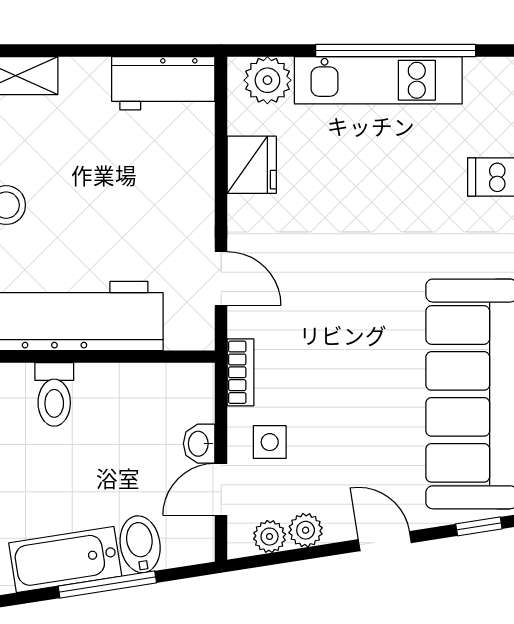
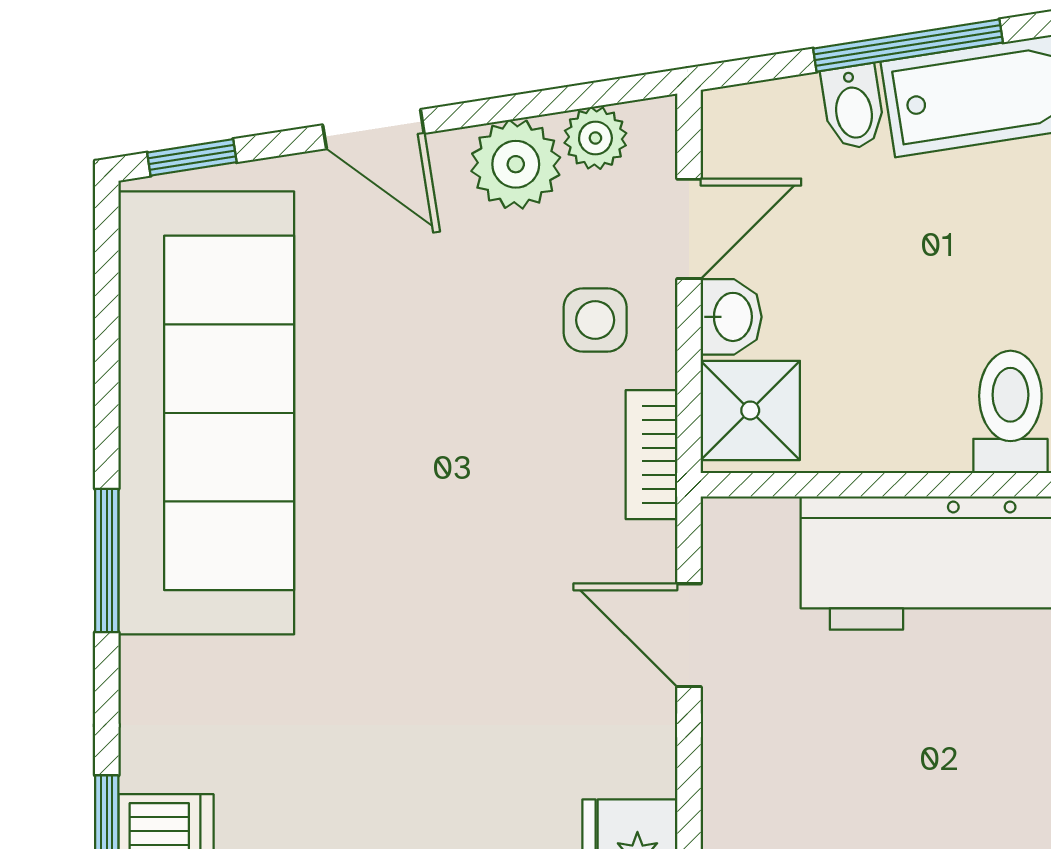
shower: (189, 395) -> (750, 410), added
plant: (306, 530) -> (516, 164), width x1.38, depth x1.38
bidet: (140, 544) -> (853, 107), width x0.72, depth x0.74

